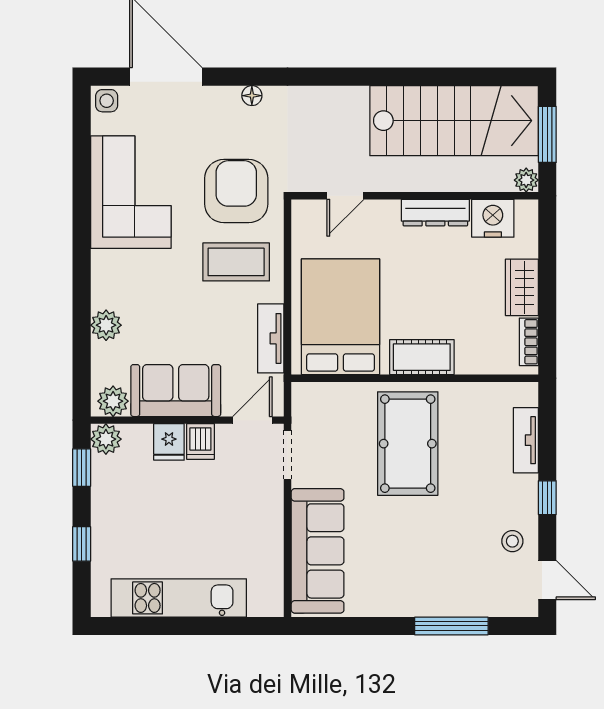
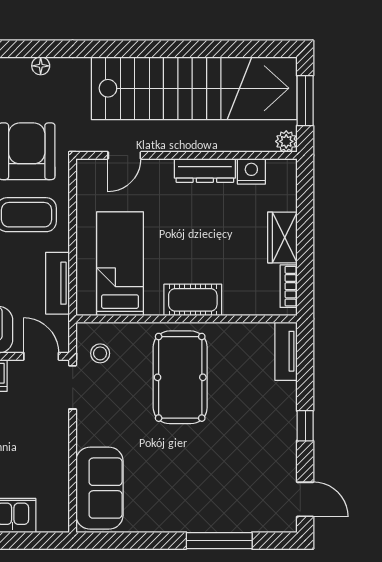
stairs: (454, 121) -> (194, 88), width x1.36
nightstand: (493, 218) -> (251, 171), width x0.74, depth x0.75
bed: (341, 317) -> (120, 264), width x0.67
door: (252, 420) -> (41, 356), hinge flipped
tv unit: (526, 440) -> (286, 351), moved
stool: (512, 541) -> (100, 353), moved
sofa: (318, 551) -> (99, 488), width x0.73

